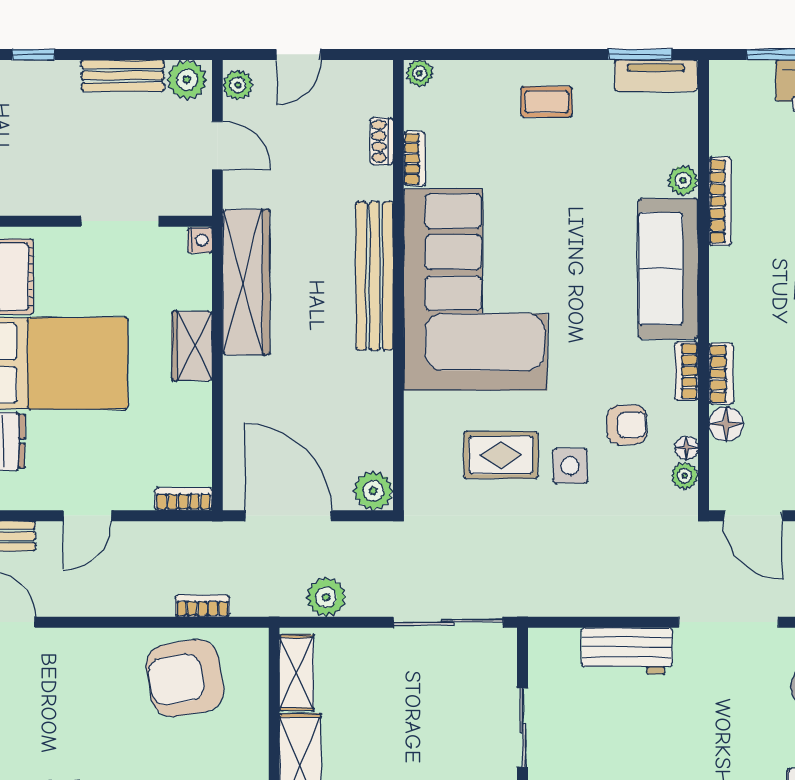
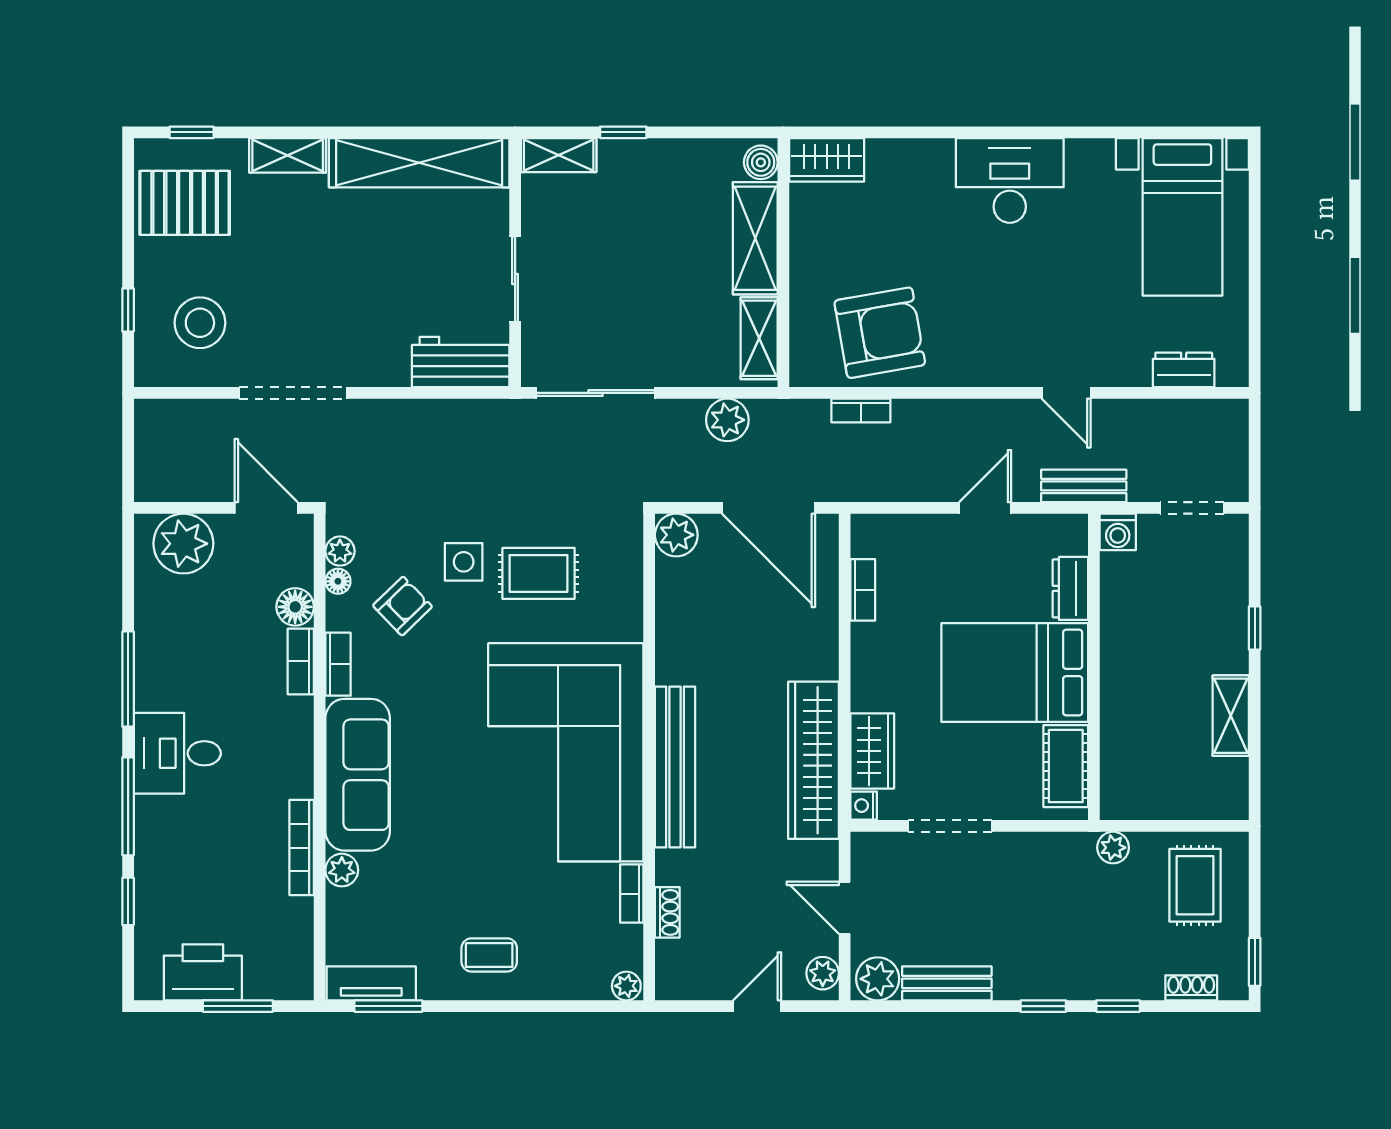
wardrobe: (192, 346) -> (872, 751), moved
armchair: (627, 425) -> (402, 606), turned 136
bookcase: (184, 499) -> (863, 590), moved, turned -90
workbench: (627, 651) -> (461, 362), moved

